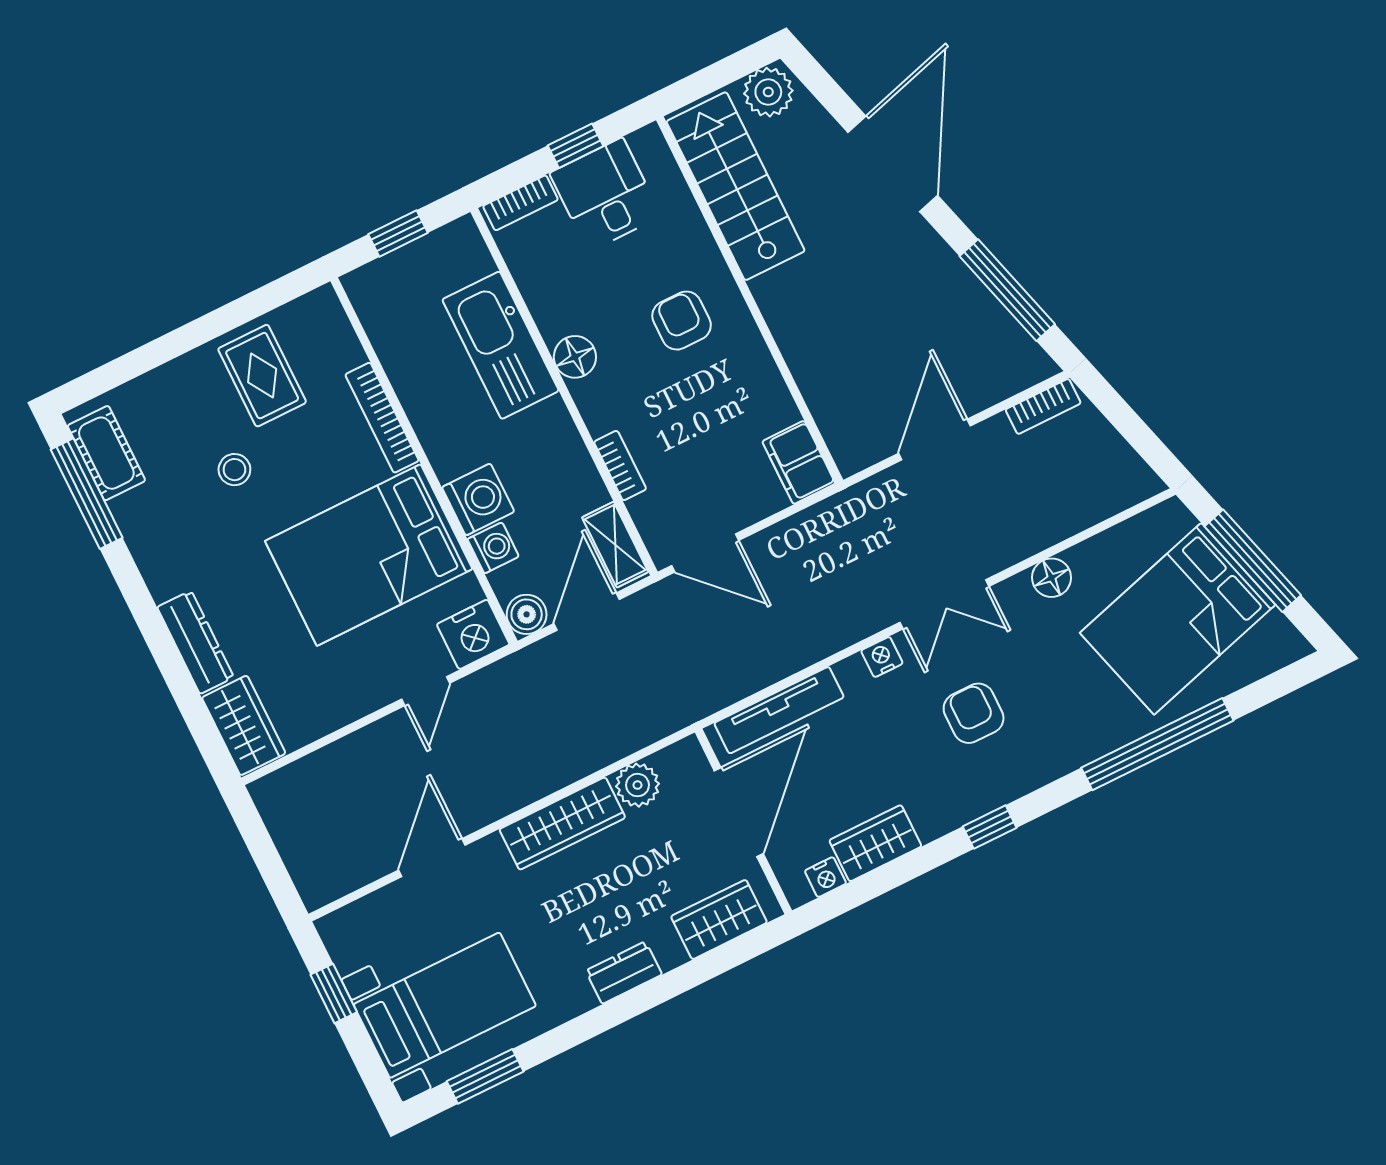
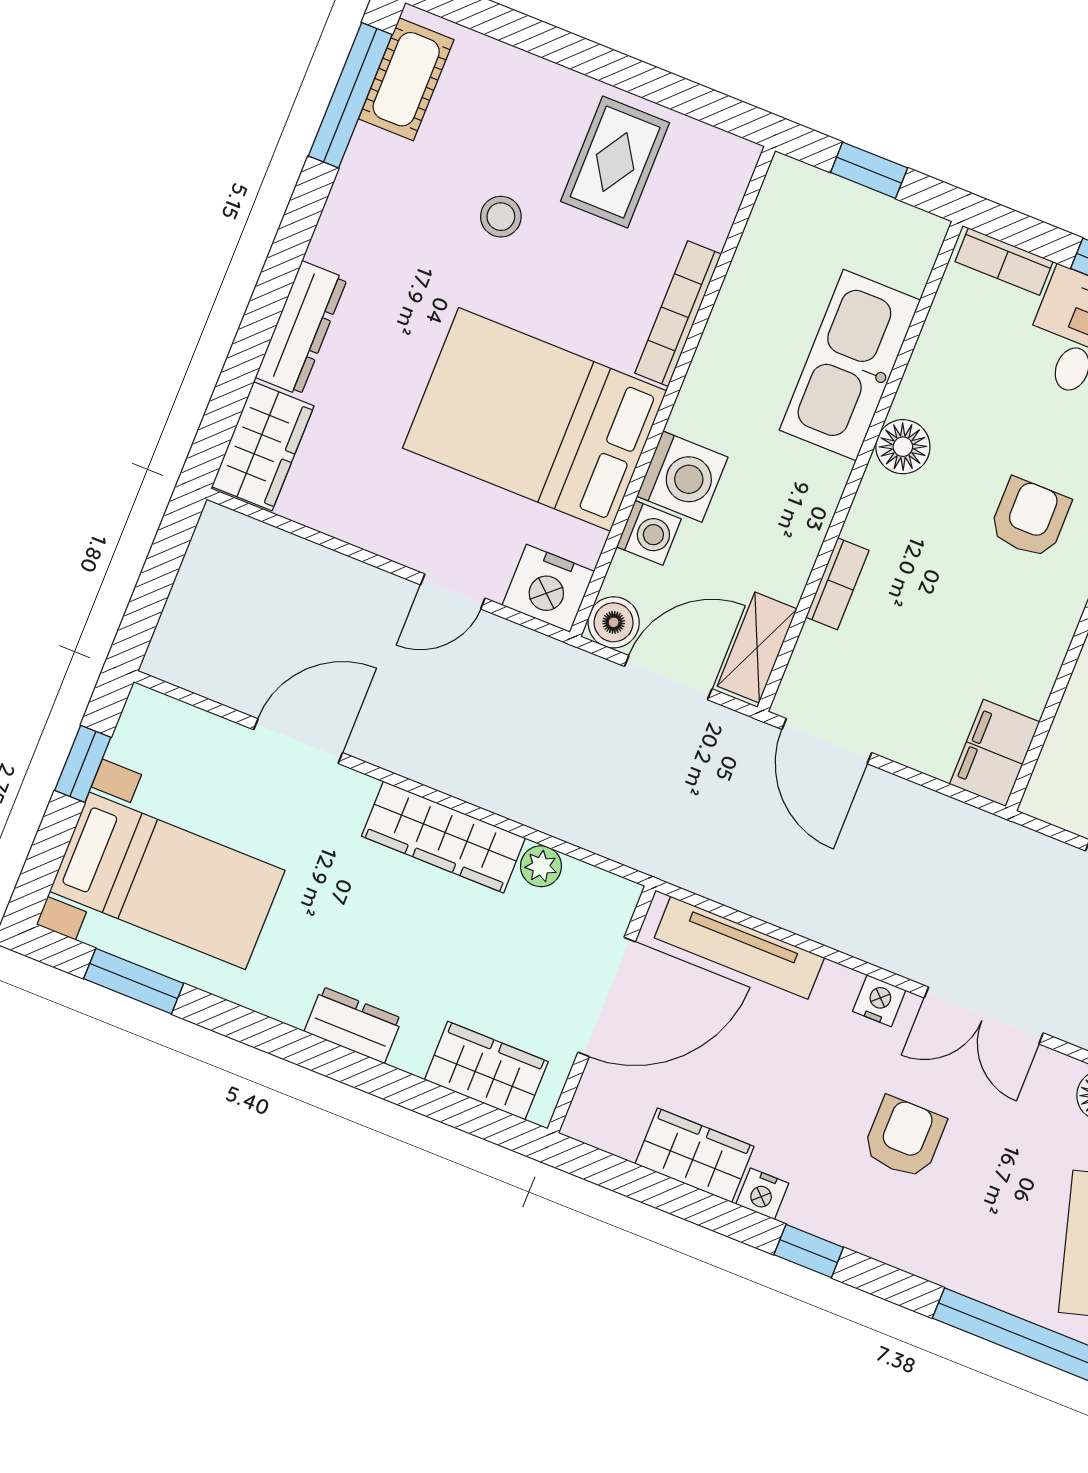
plant: (638, 785) -> (541, 866), width x0.73, depth x0.73
nightstand: (825, 877) -> (762, 1194), moved

